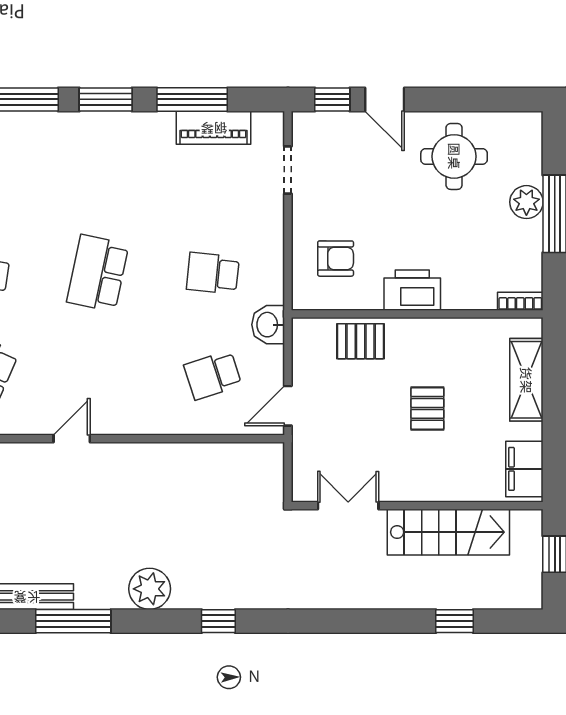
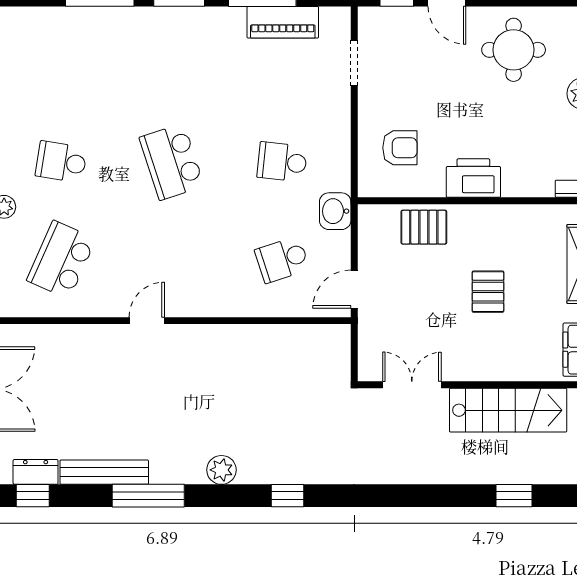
school desk: (98, 273) -> (172, 162), turned -30
plant: (150, 589) -> (221, 470), width x0.73, depth x0.73

